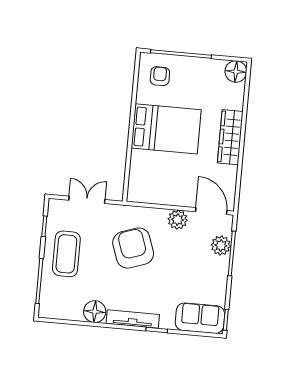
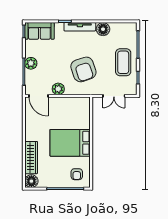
wardrobe: (230, 137) -> (31, 158), moved
plant: (221, 245) -> (31, 63), moved

